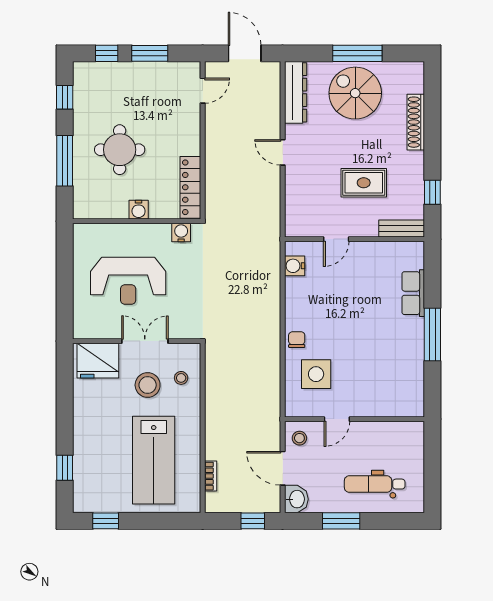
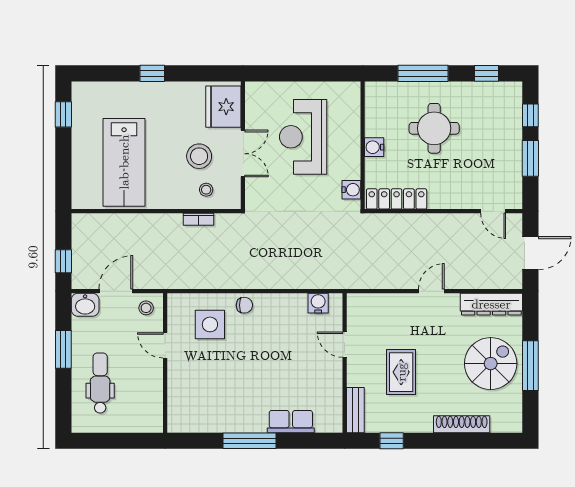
lab bench: (154, 460) -> (124, 162), turned -90
window: (65, 468) -> (152, 73), moved
bookcase: (211, 476) -> (199, 219), moved

